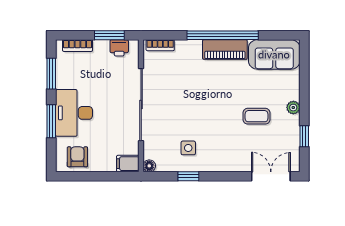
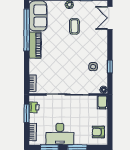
window: (223, 35) -> (27, 30), moved
desk: (74, 113) -> (60, 134), moved

